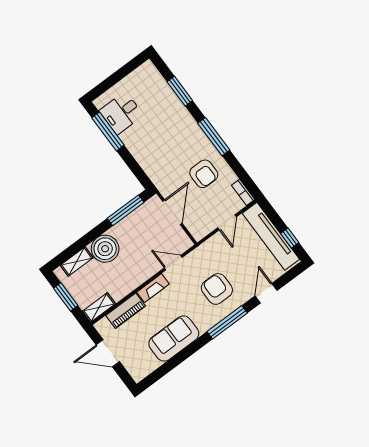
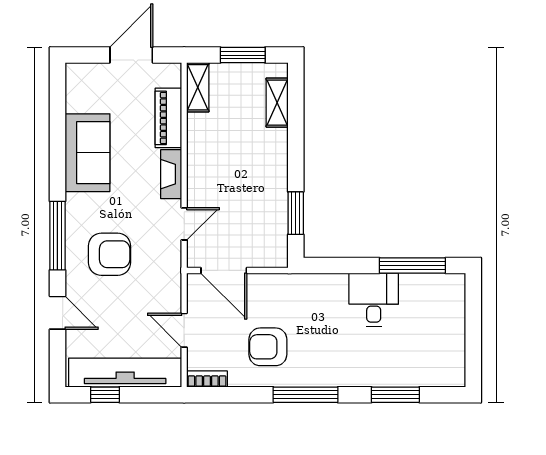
desk: (121, 113) -> (374, 300), moved
window: (126, 210) -> (296, 213), width x0.69
door: (172, 212) -> (224, 271), moved
boiler: (105, 249) -> (267, 151), removed

